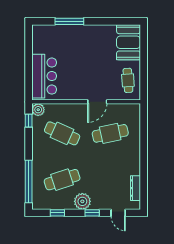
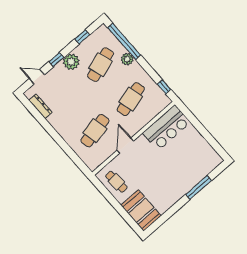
bar counter: (44, 76) -> (167, 128), moved, turned -90
plant: (38, 110) -> (127, 59), moved
cafe table: (62, 133) -> (131, 99), turned -39

